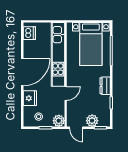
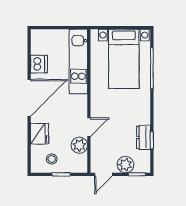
dishwasher: (29, 33) -> (39, 64), moved
kitchen unit: (58, 54) -> (78, 61), width x0.73
dresser: (105, 86) -> (144, 137), moved
plant: (59, 121) -> (79, 145), moved
door: (76, 128) -> (104, 174), hinge flipped

